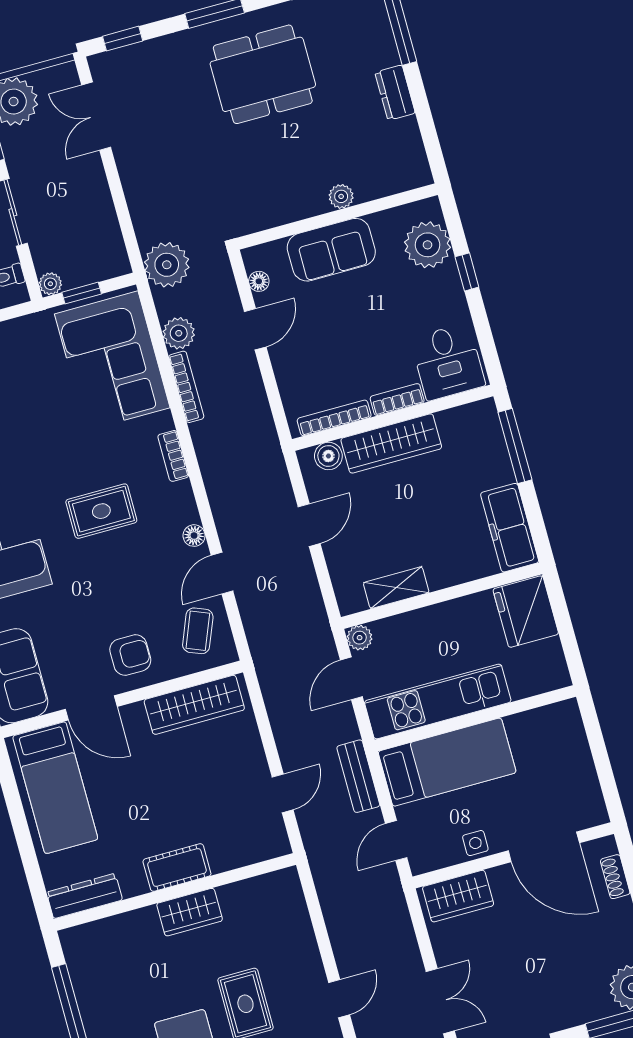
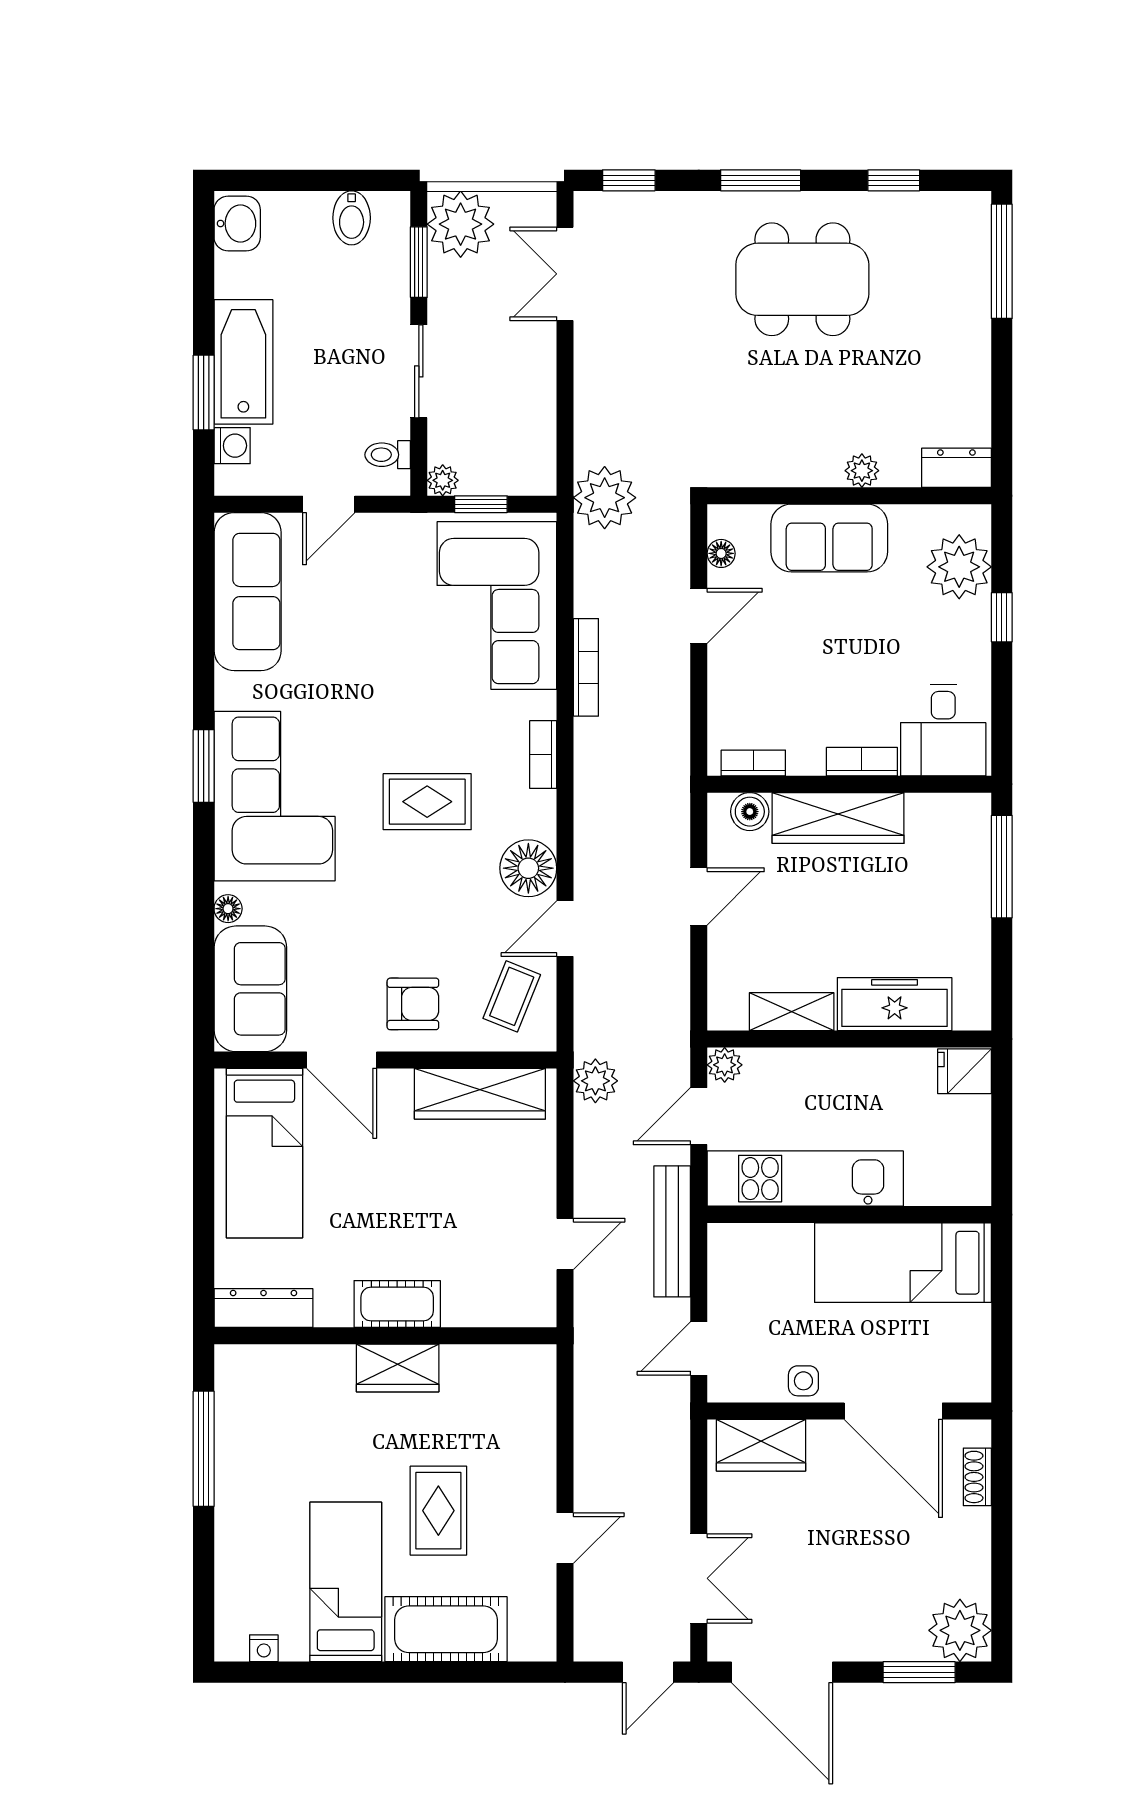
dresser: (395, 93) -> (956, 468), moved, turned 90
plant: (179, 333) -> (595, 1081), moved
bookcase: (334, 418) -> (753, 763), width x0.64
freezer: (510, 528) -> (895, 1004), moved, turned 90
floor lamp: (194, 536) -> (528, 868), width x1.89, depth x1.89
fridge: (526, 612) -> (965, 1071), width x0.53, depth x0.75
bed: (447, 762) -> (903, 1263), moved, turned 180
bench: (358, 776) -> (672, 1231), width x1.36

